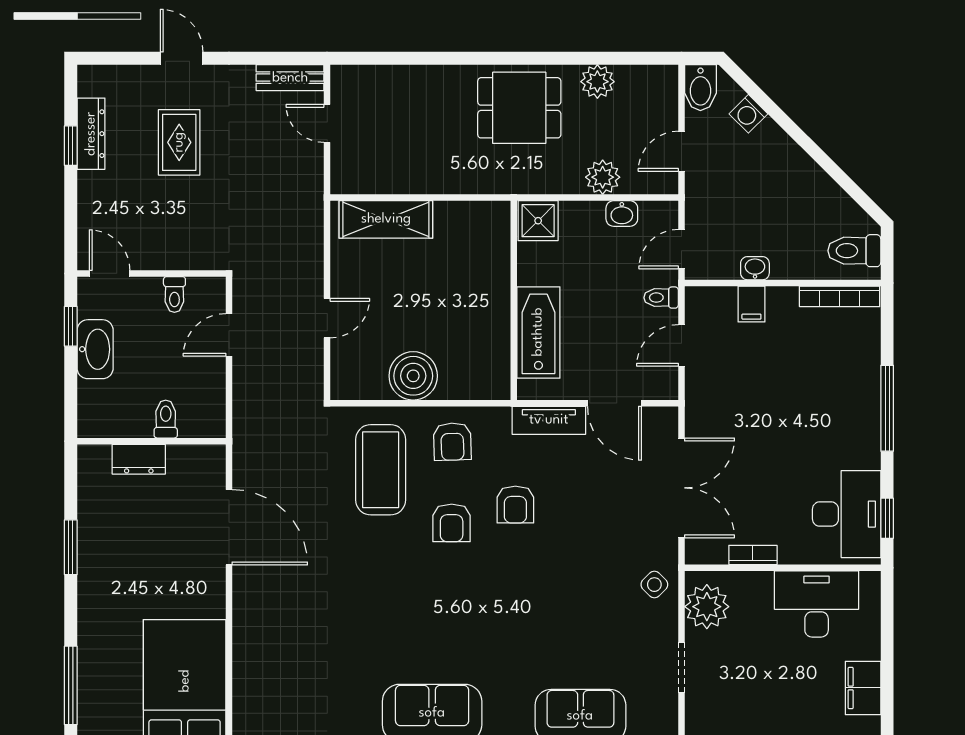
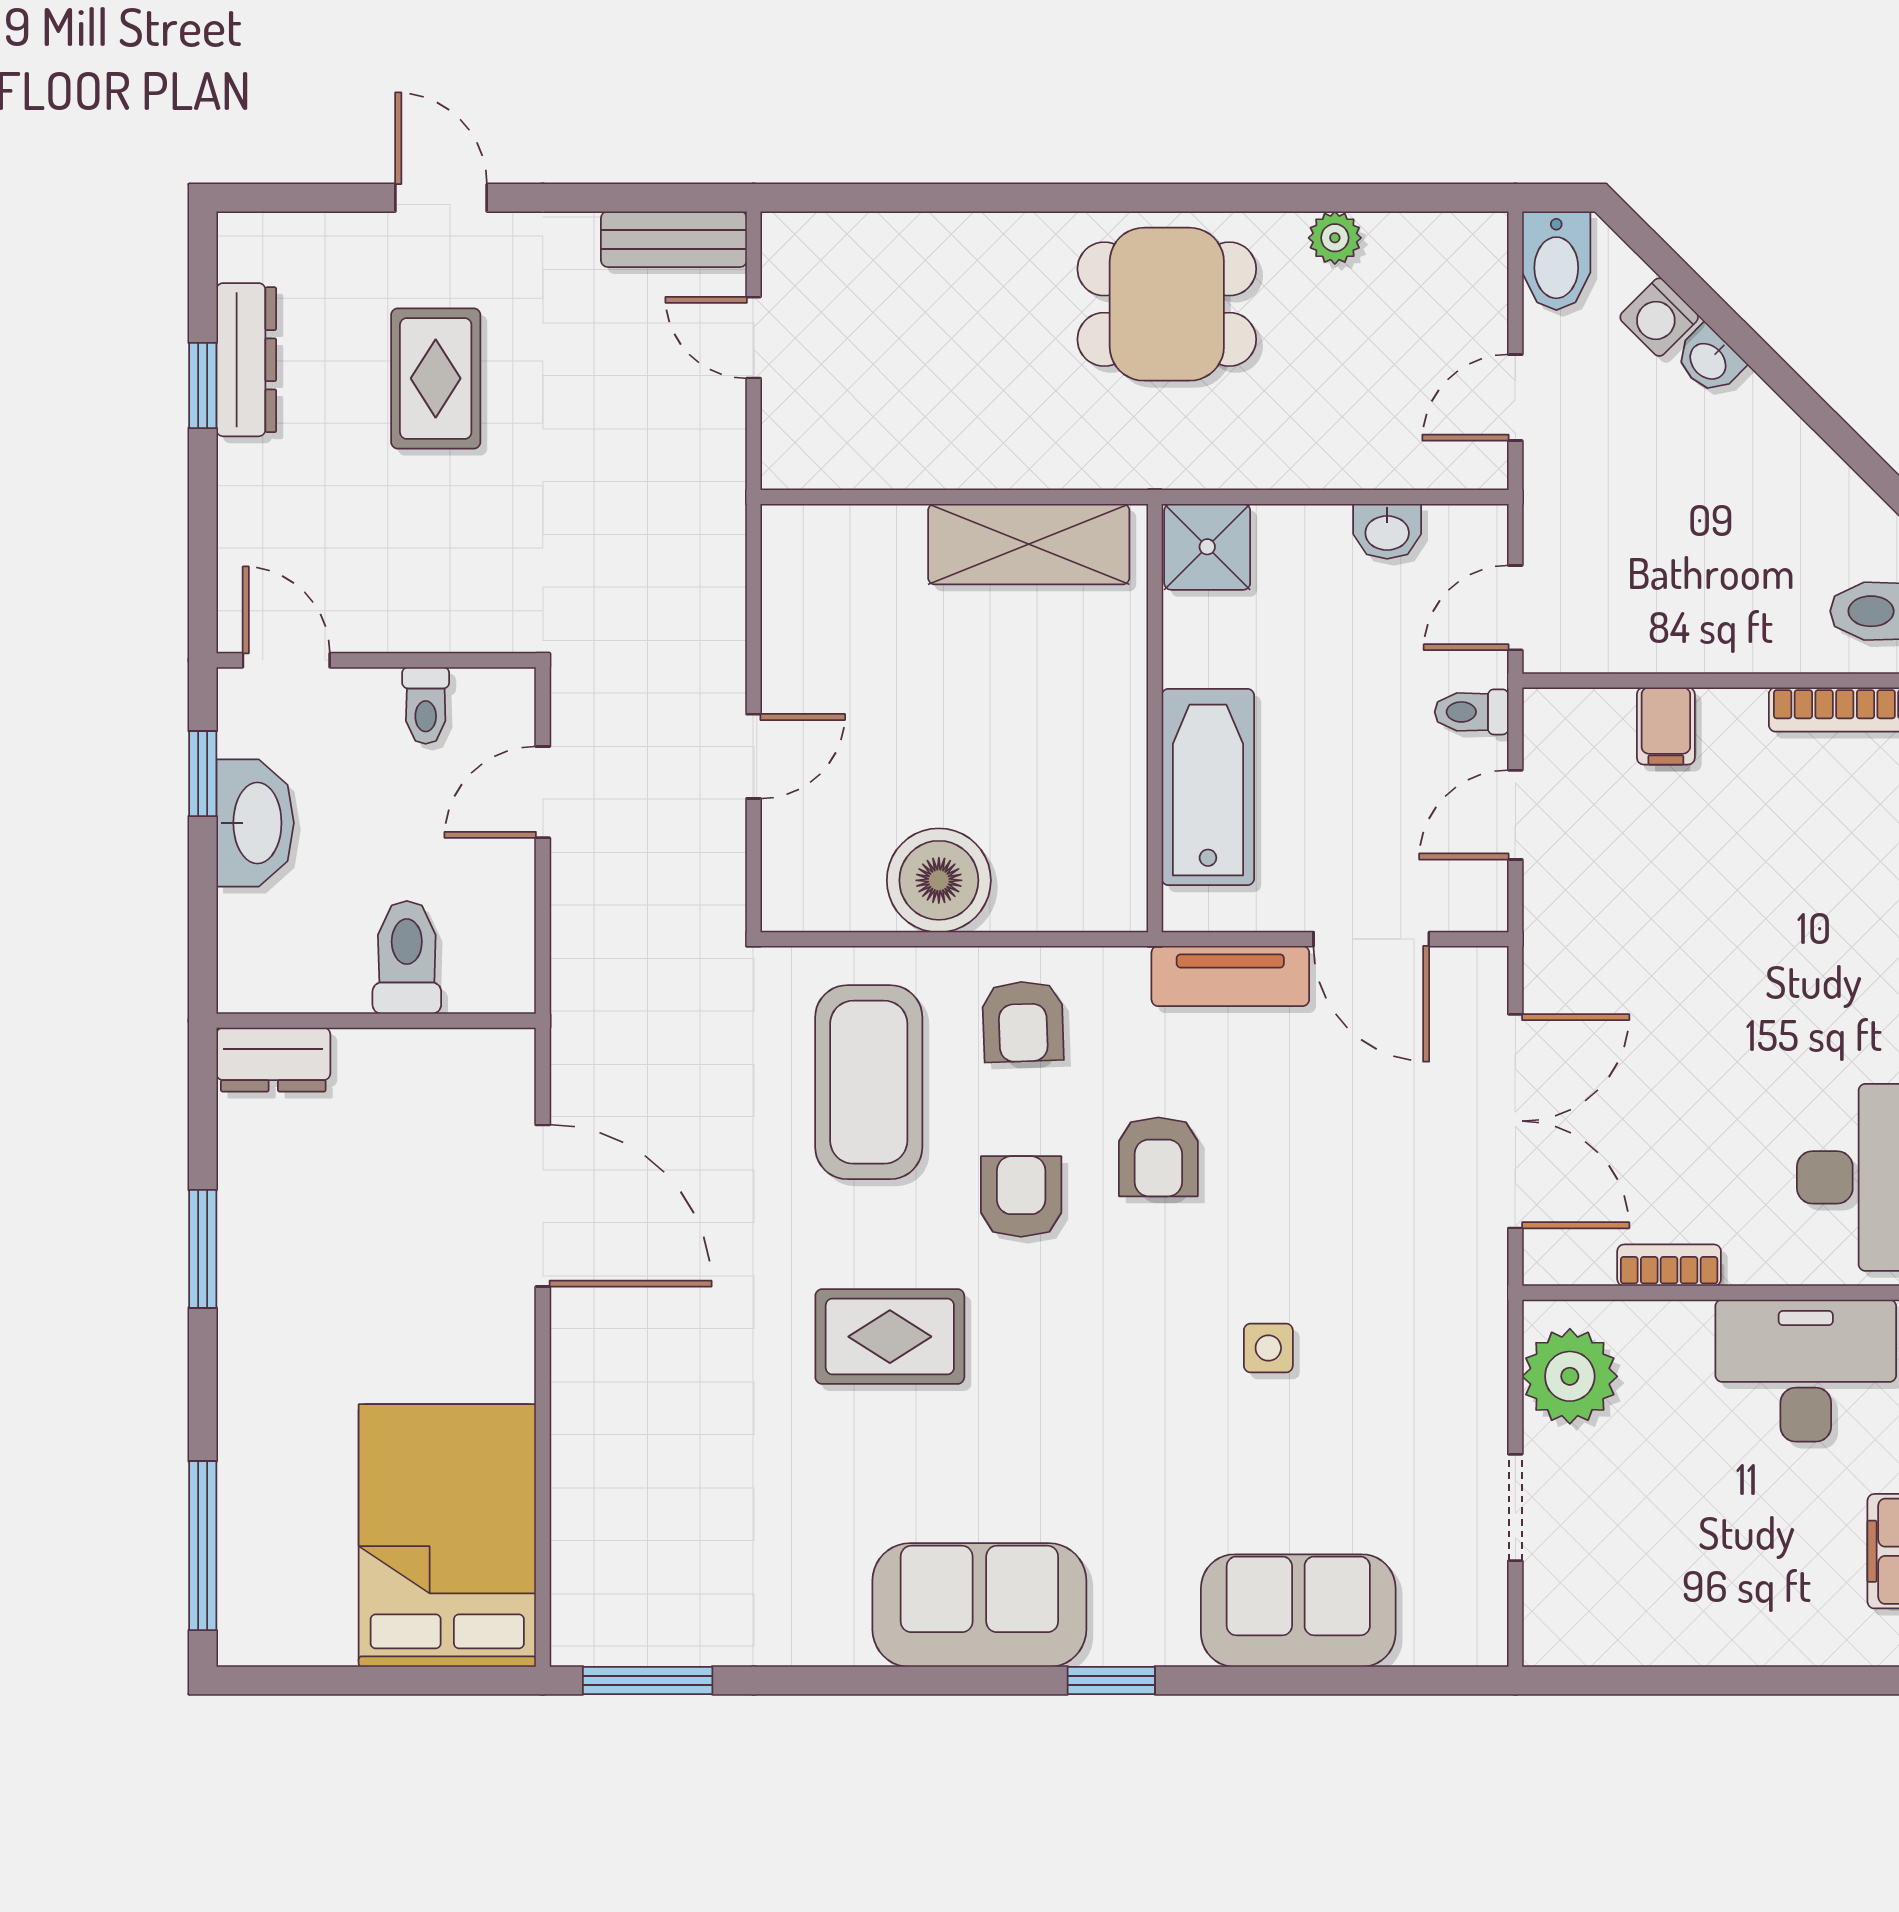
plant: (597, 82) -> (1335, 238), width x0.73, depth x0.73
plant: (603, 177) -> (1346, 453), removed
shelving: (386, 219) -> (1029, 544), moved
washbasin: (755, 268) -> (1709, 360), moved, turned -135
toilet: (166, 419) -> (407, 957), width x1.37, depth x1.39
dresser: (139, 459) -> (273, 1060), moved
armchair: (452, 523) -> (1021, 1196), turned 180
side table: (654, 585) -> (1268, 1348), moved, turned 45
rug: (390, 588) -> (890, 1337), added

